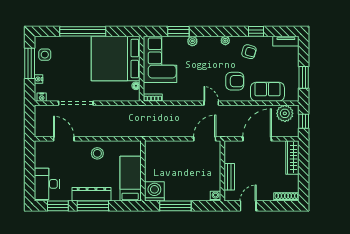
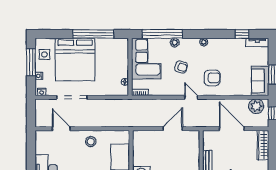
window: (83, 31) -> (93, 34), moved
window: (178, 31) -> (162, 34), width x2.11
window: (256, 31) -> (242, 34), moved
armchair: (249, 52) -> (181, 67), moved
bed: (116, 59) -> (75, 60), moved, turned -90
sofa: (267, 92) -> (260, 81), moved, turned -90
door: (205, 139) -> (173, 129), moved
door: (257, 139) -> (232, 129), hinge flipped

